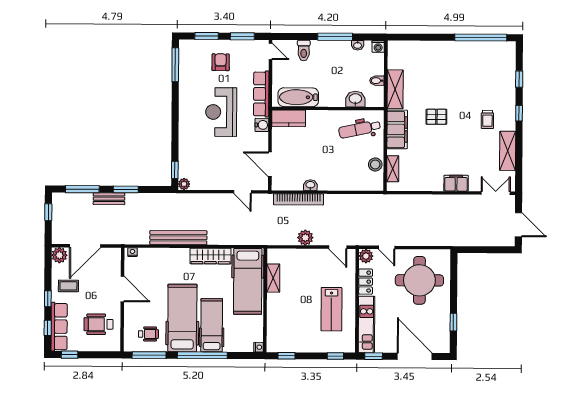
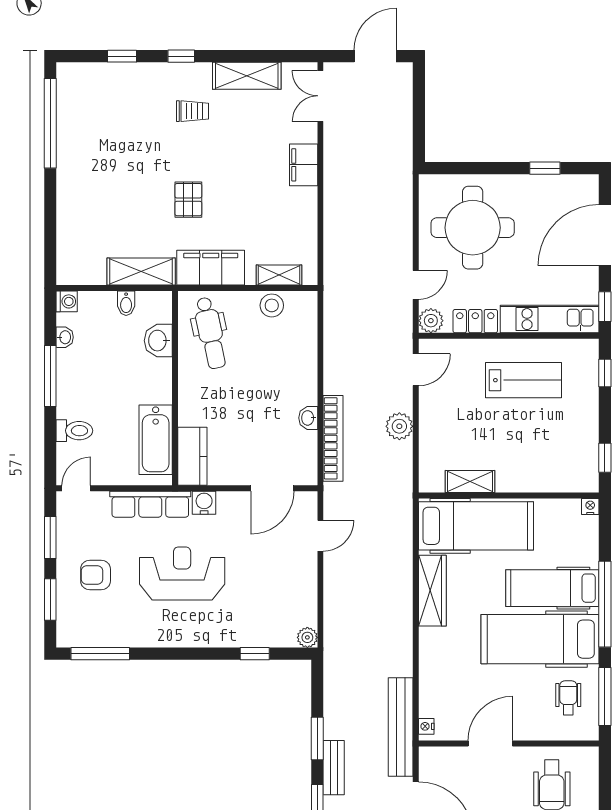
reception desk: (221, 112) -> (182, 573), turned 180
window: (175, 170) -> (255, 654), moved
bench: (178, 238) -> (401, 727), moved

